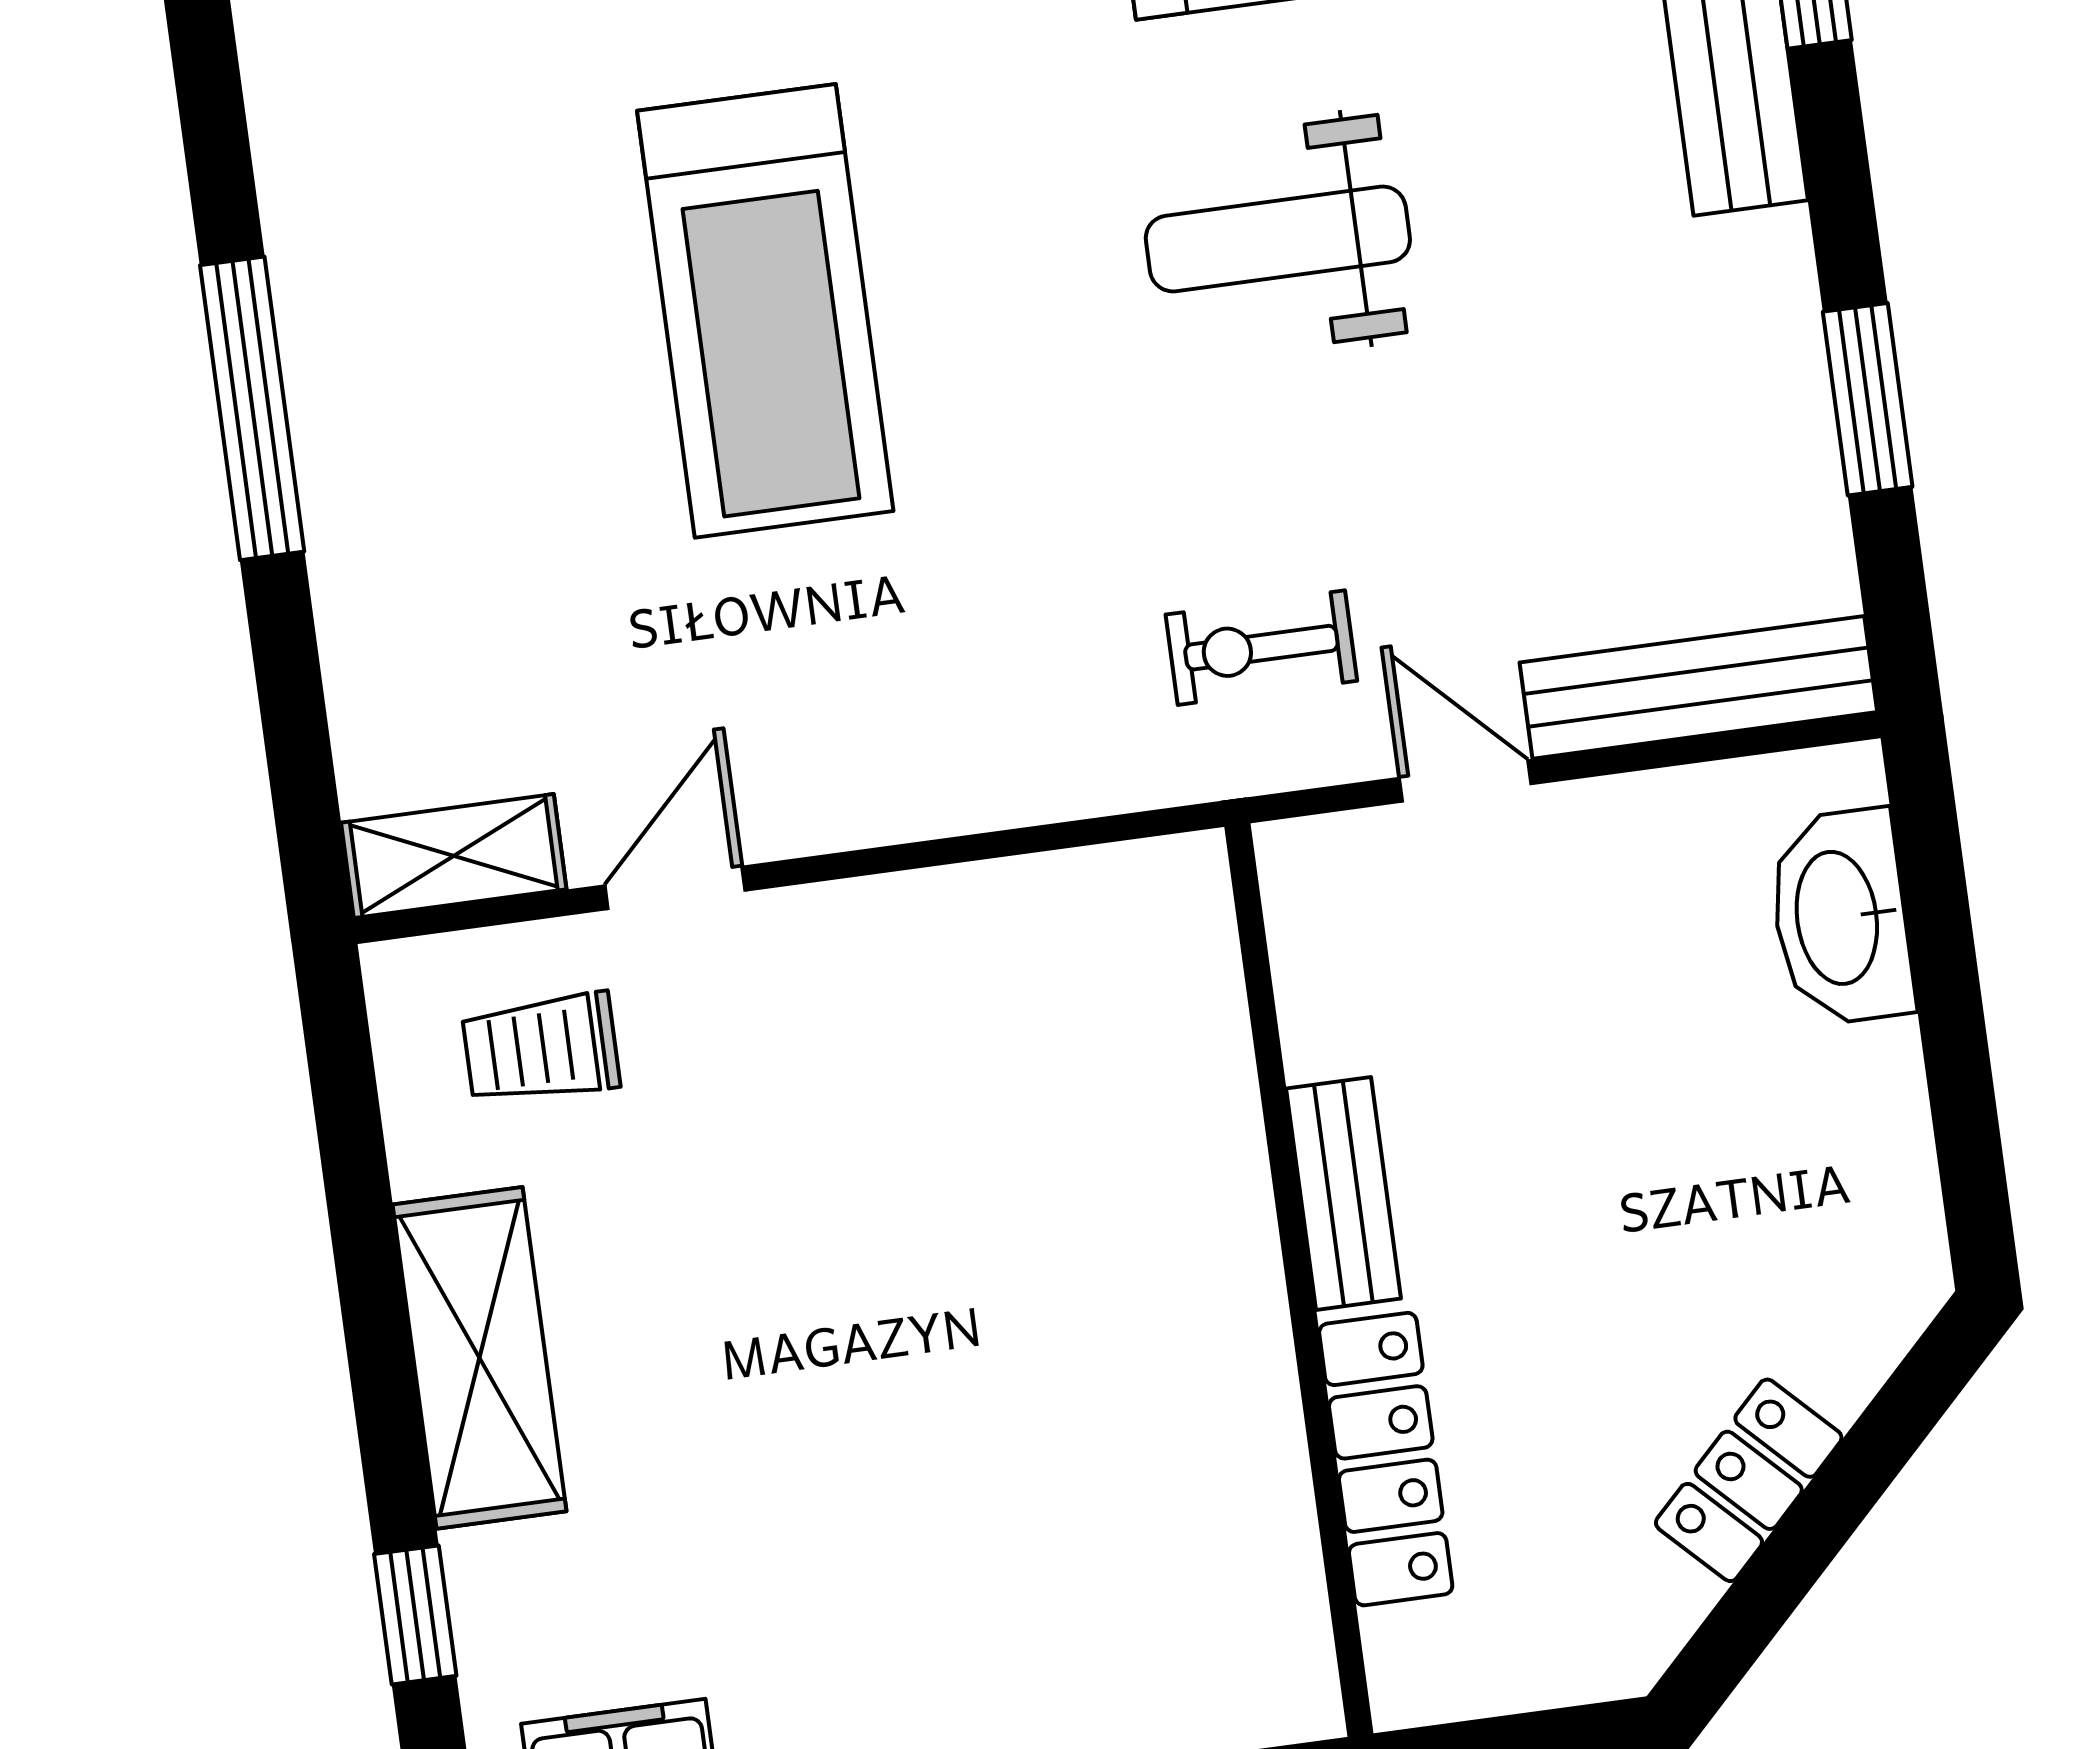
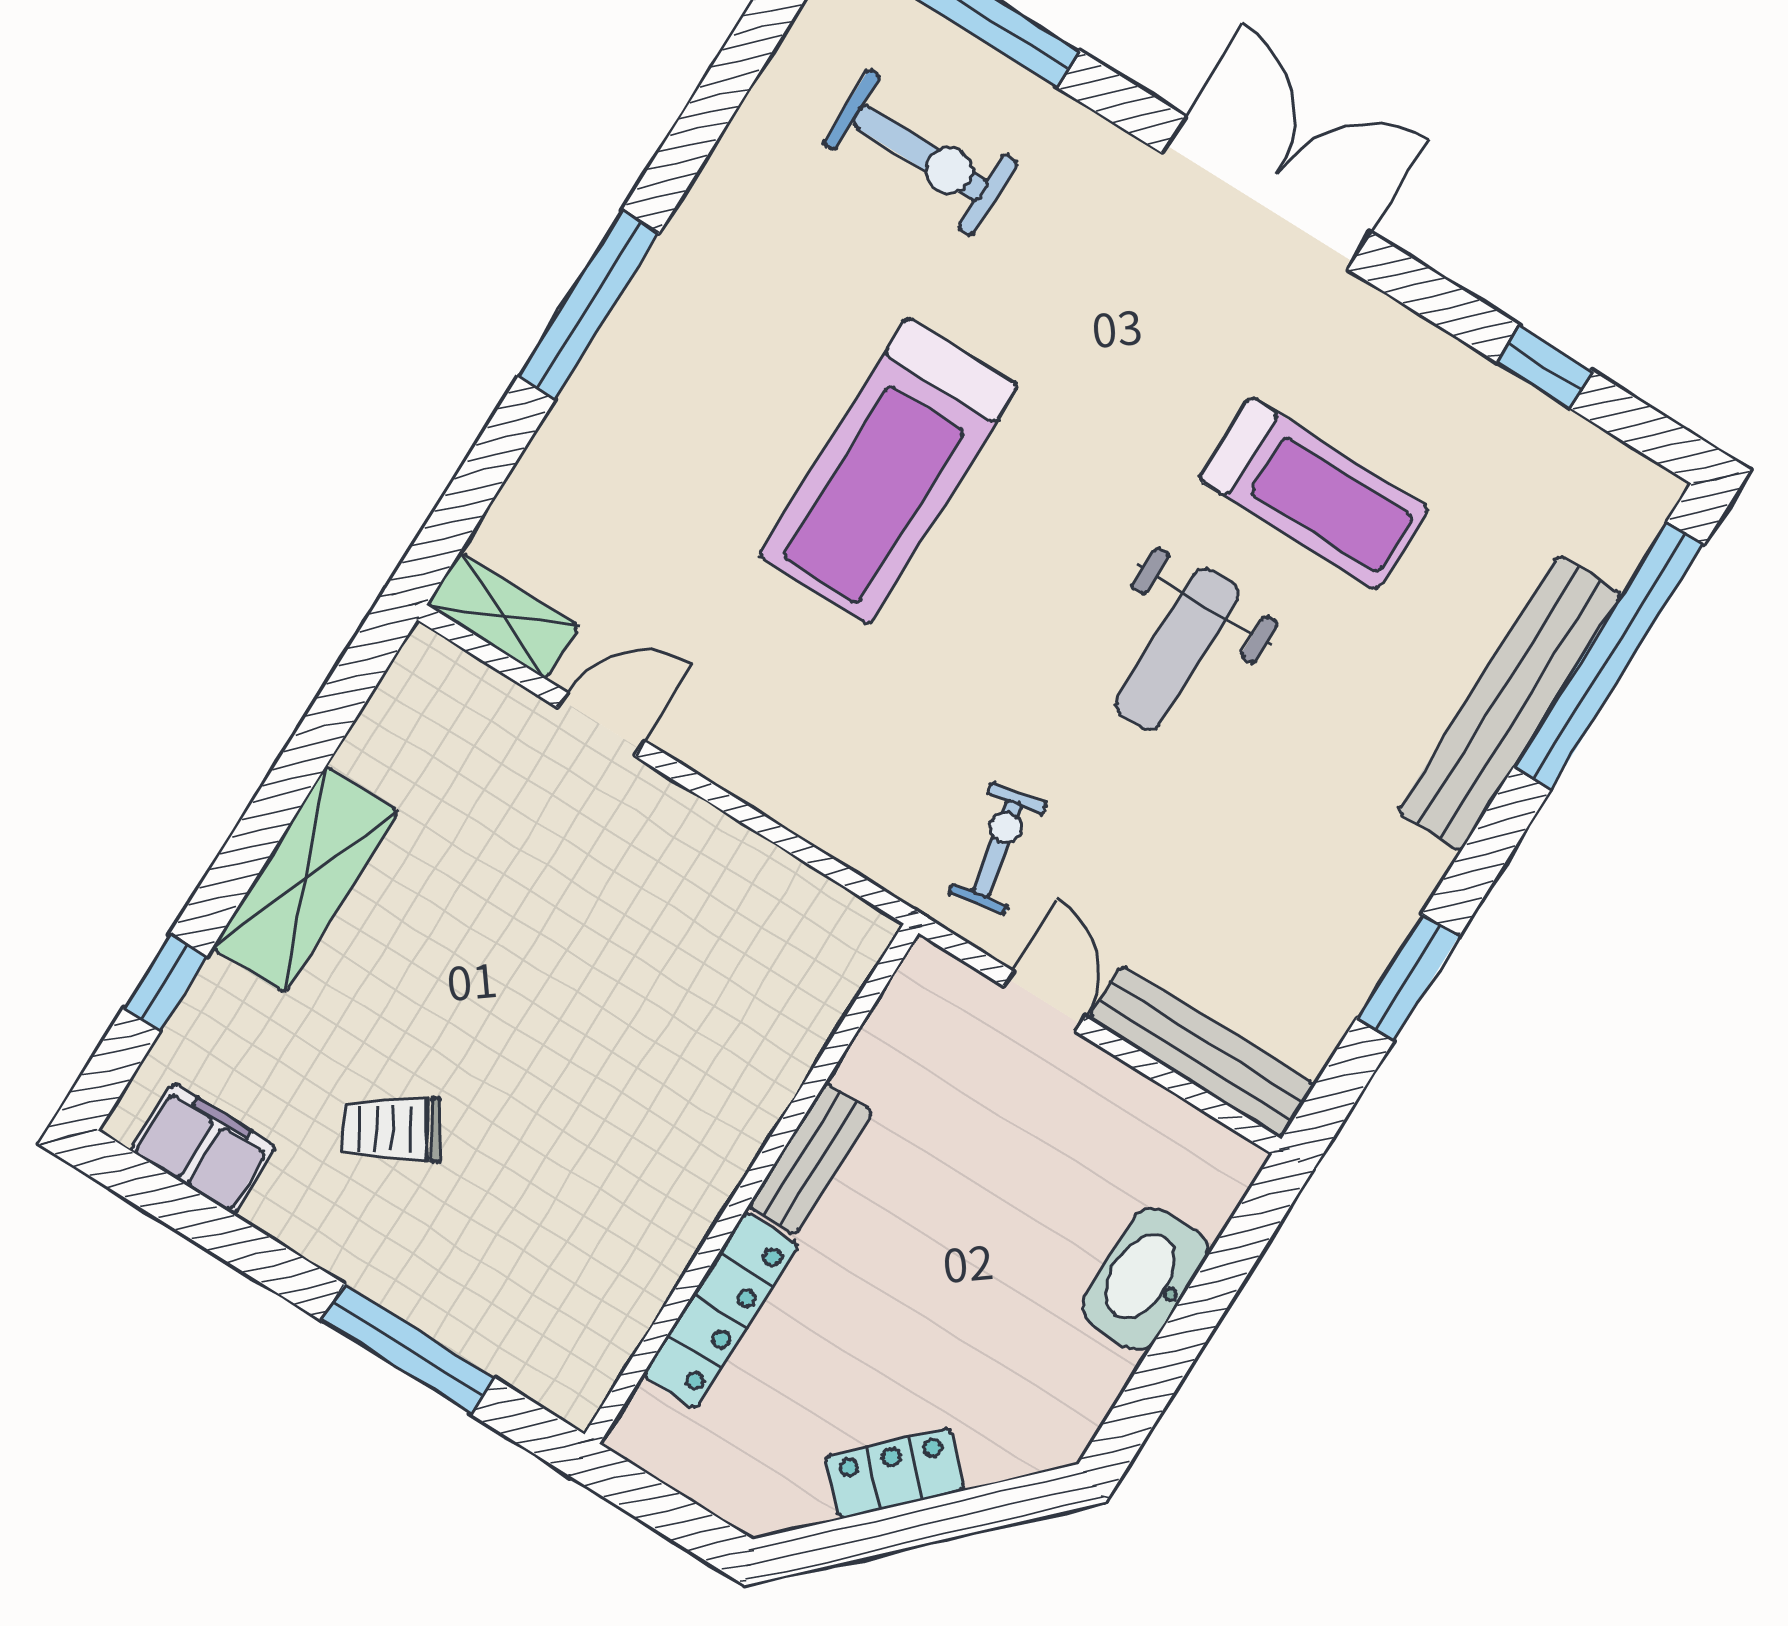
weight bench: (1278, 239) -> (1177, 649), turned -90
exercise bike: (1261, 648) -> (998, 849), turned 79
washbasin: (1841, 917) -> (1145, 1279), moved
trolley: (541, 1048) -> (391, 1129), moved, turned -31

